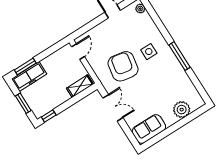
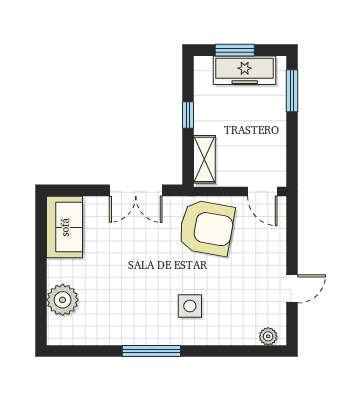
armchair: (123, 66) -> (206, 228), moved
freezer: (29, 76) -> (245, 70), moved, turned -90
window: (49, 116) -> (188, 115), moved

